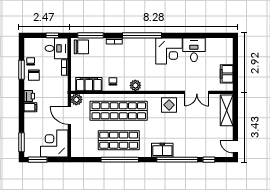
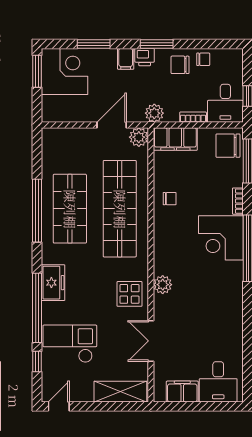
chair: (81, 47) -> (228, 146), turned 90
desk: (194, 50) -> (218, 382), moved, turned 90
corner desk: (169, 51) -> (221, 238), moved
window: (21, 70) -> (157, 44), moved
filing cabinet: (89, 84) -> (175, 139), moved, turned 90
plant: (135, 85) -> (163, 285), moved
plant: (62, 90) -> (154, 113), added
checkout: (198, 140) -> (70, 344), added
window: (21, 142) -> (94, 44), moved
corner desk: (54, 143) -> (64, 71), moved

